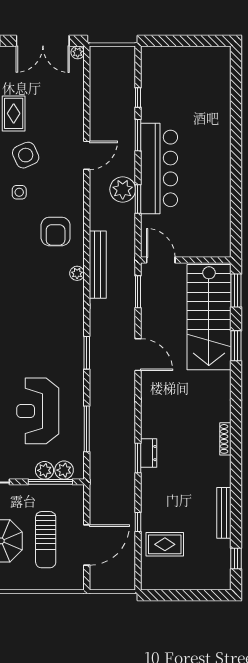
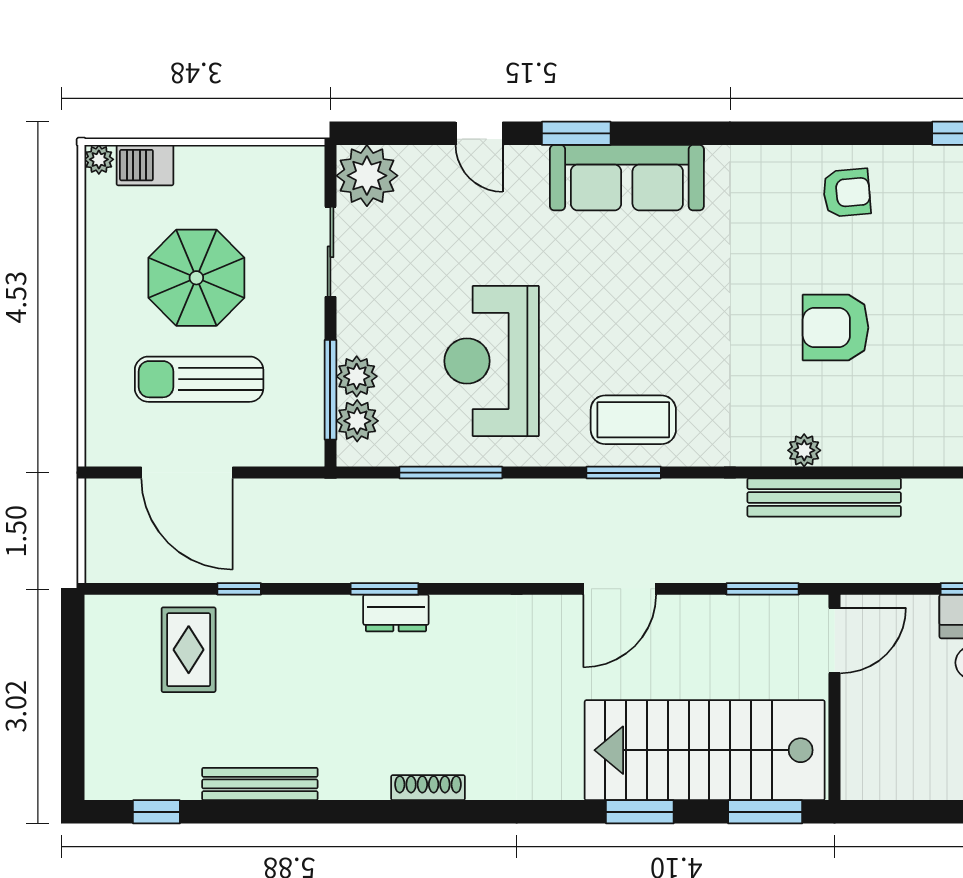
armchair: (56, 231) -> (836, 328), moved
coffee table: (64, 349) -> (633, 420), added
reception desk: (38, 411) -> (492, 361), turned -90

